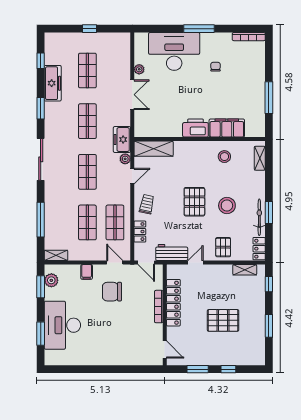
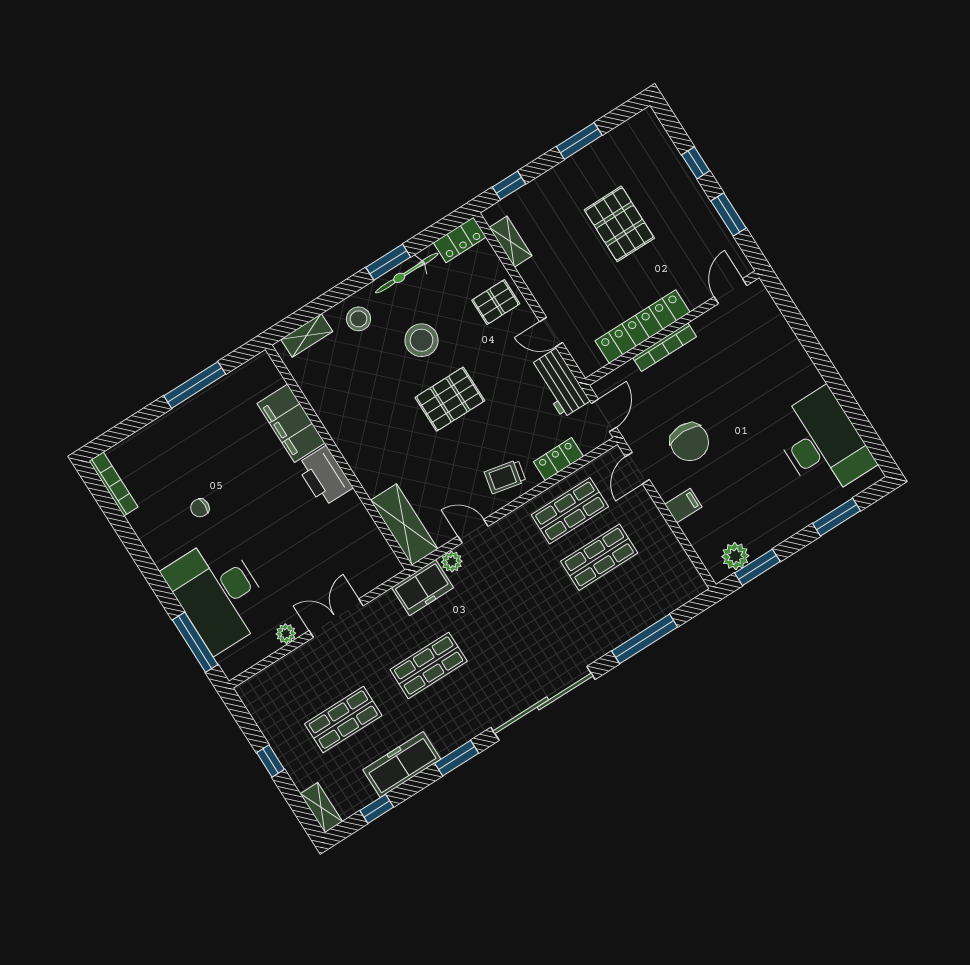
window: (199, 29) -> (195, 642), moved
stool: (224, 157) -> (359, 319), moved
sliding door: (41, 159) -> (543, 703), width x1.36
shop shelf: (87, 172) -> (514, 611), removed
shelving: (56, 255) -> (321, 808), moved
desk: (62, 325) -> (822, 443), moved, turned -90

